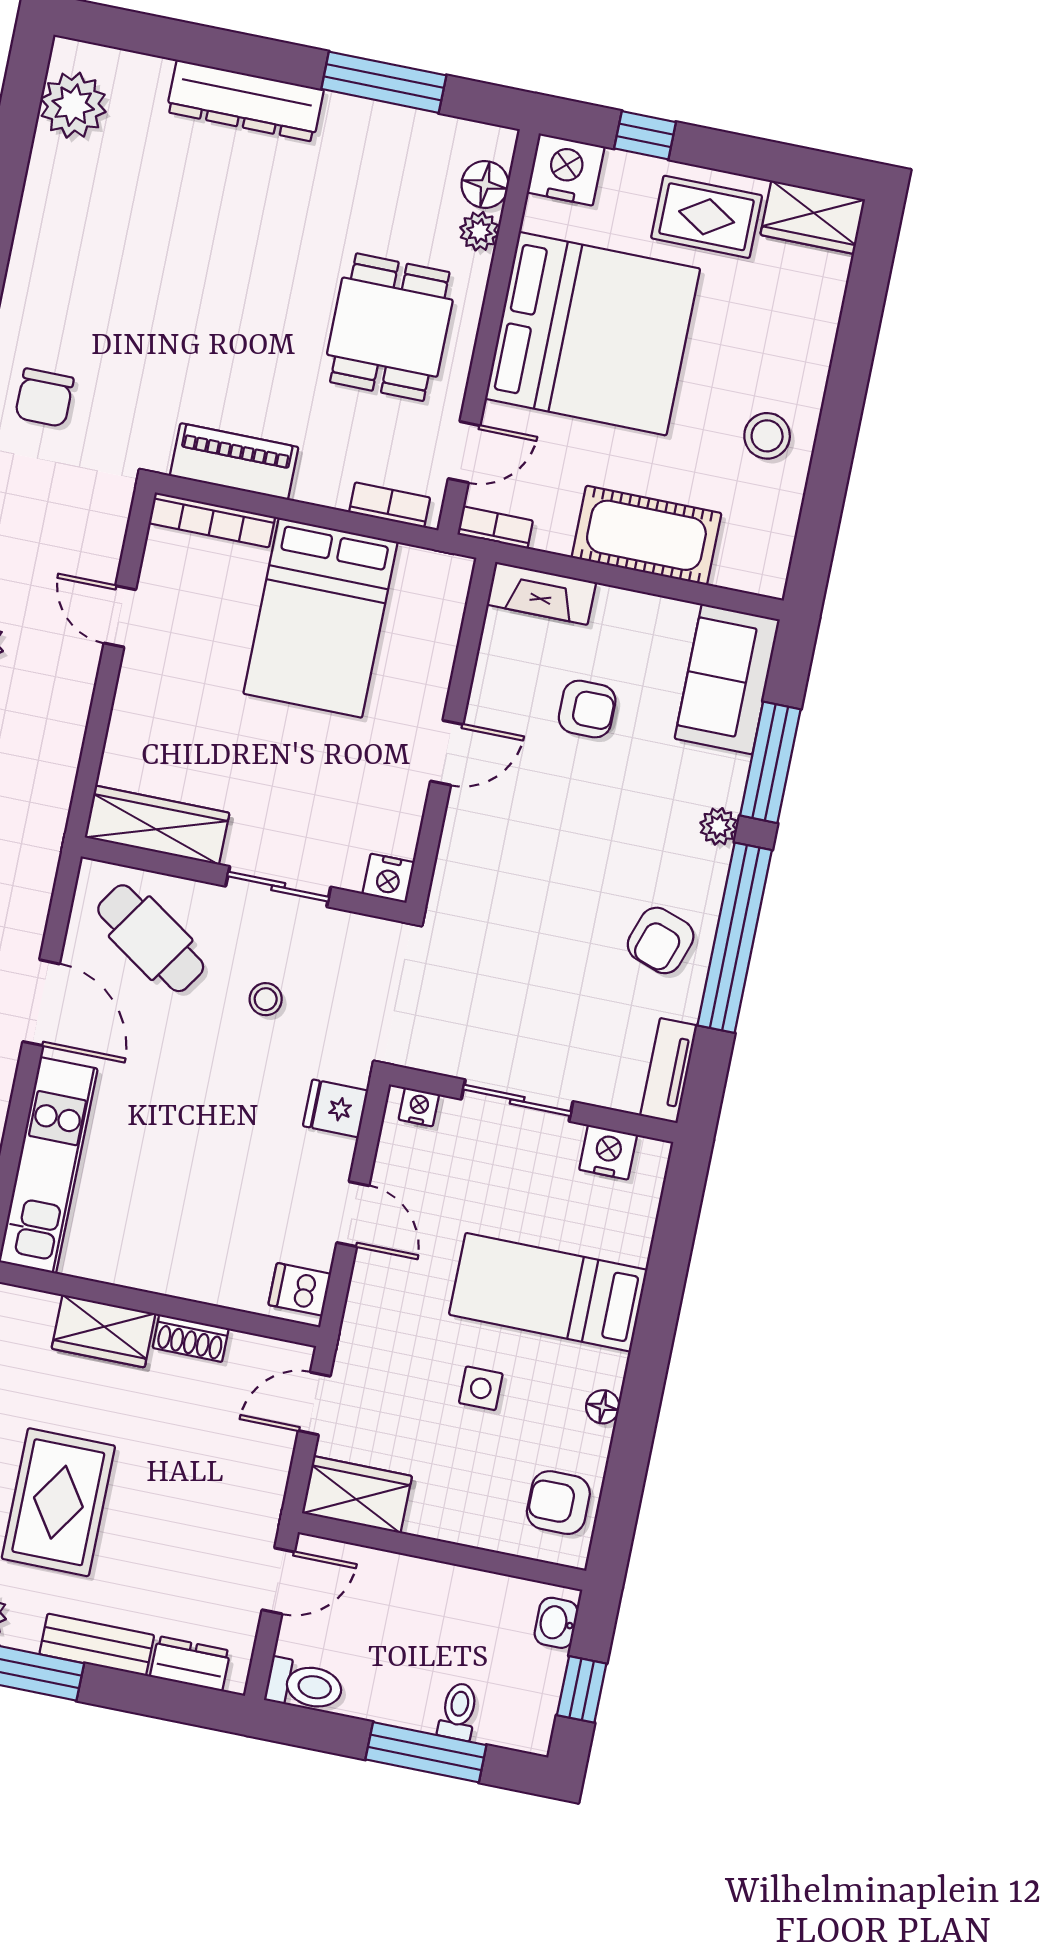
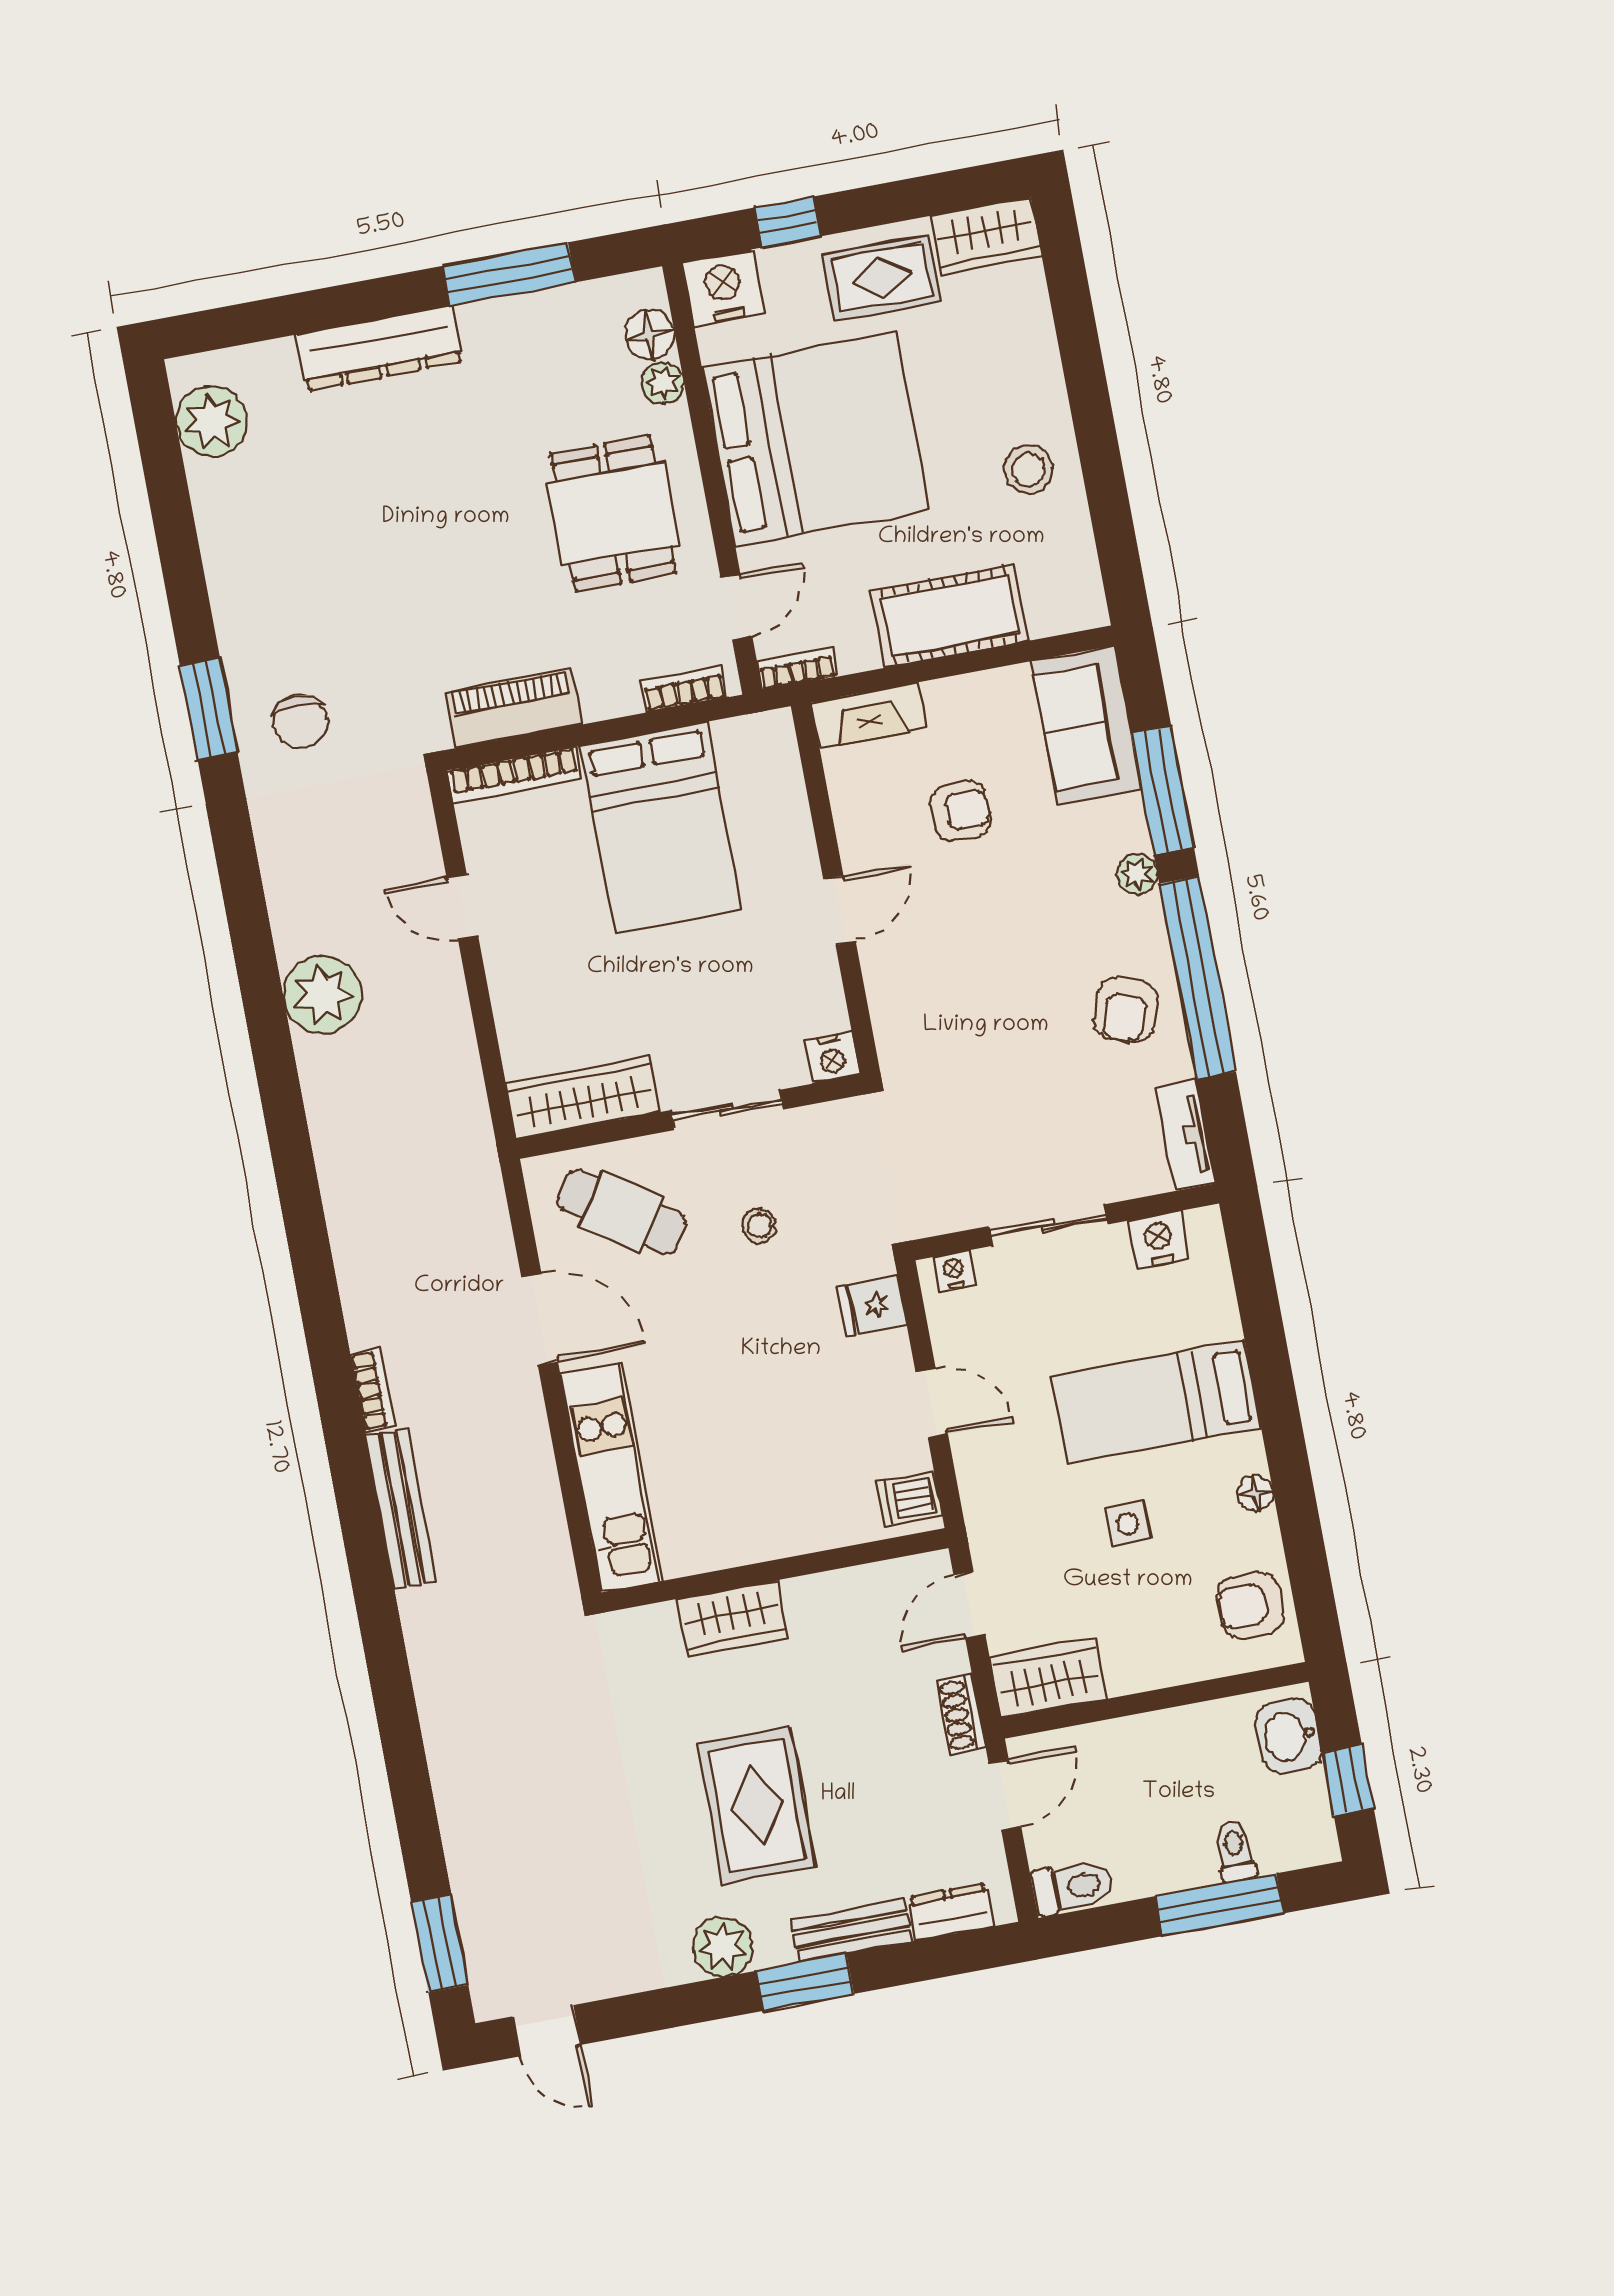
shoe rack: (191, 1338) -> (961, 1714), moved, turned 90
washbasin: (556, 1623) -> (1289, 1736), width x1.38, depth x1.45

